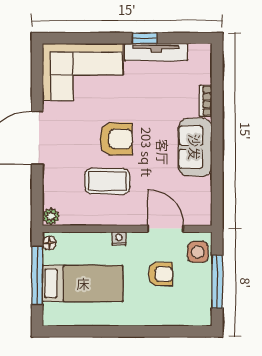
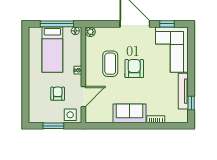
window: (144, 38) -> (191, 103), moved
window: (37, 81) -> (167, 24), added
armchair: (116, 139) -> (134, 69), turned 180
armchair: (160, 274) -> (58, 94), turned 180
window: (217, 282) -> (53, 126), width x0.69

